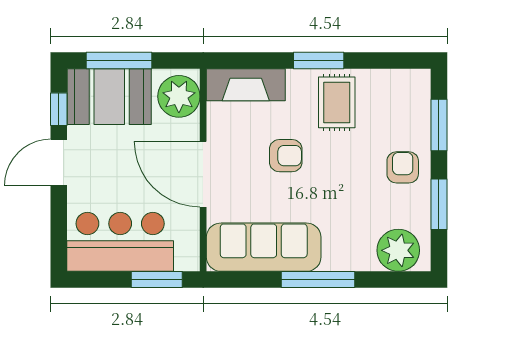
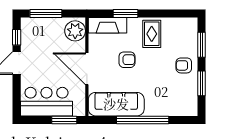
window: (319, 60) -> (126, 13), moved
booth: (109, 97) -> (41, 31), removed
armchair: (403, 167) -> (184, 65), turned -90
plant: (398, 250) -> (182, 106), removed
window: (318, 280) -> (143, 120), width x1.46

